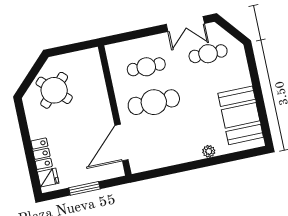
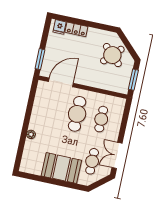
window: (74, 48) -> (133, 80), added
booth: (241, 115) -> (61, 168), moved
door: (122, 143) -> (61, 82), hinge flipped
window: (84, 188) -> (40, 59), moved

